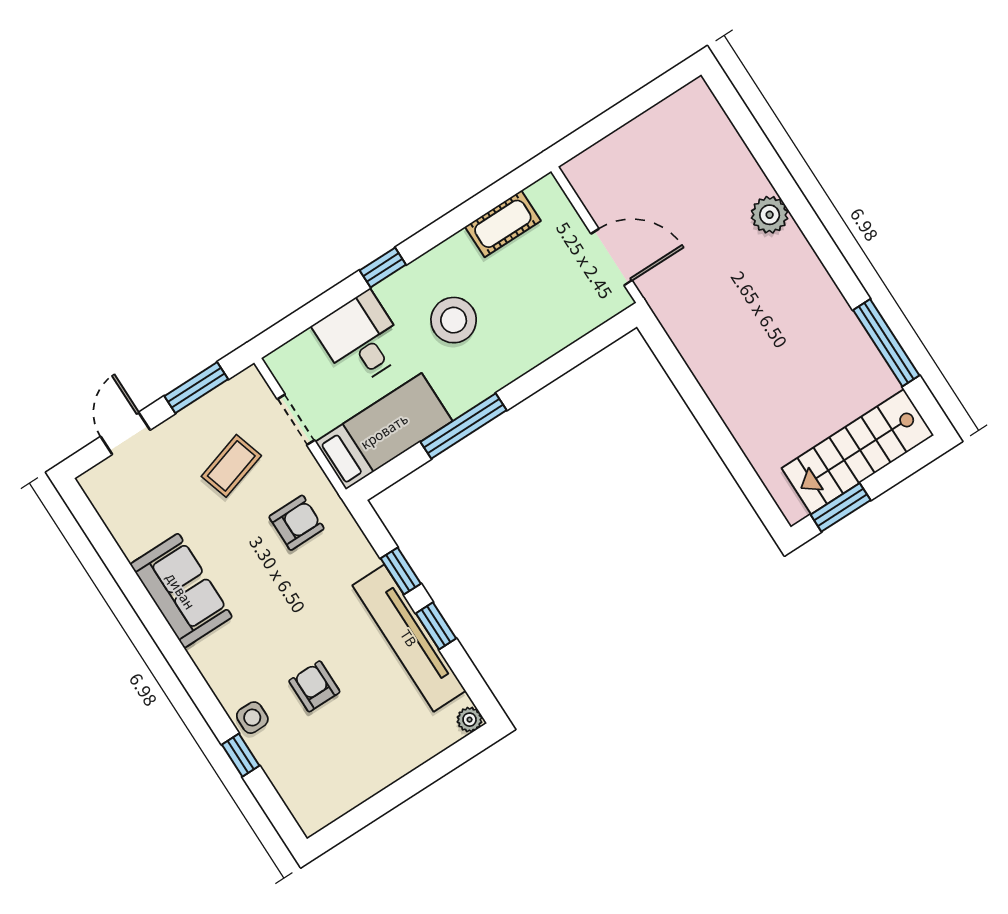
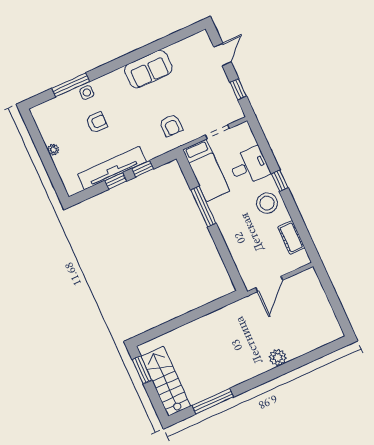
stool: (454, 320) -> (267, 203), moved
window: (196, 388) -> (238, 89), width x0.67
door: (125, 433) -> (222, 54), hinge flipped
coffee table: (231, 466) -> (201, 100), removed
plant: (470, 720) -> (53, 150), moved
window: (241, 755) -> (71, 85), width x2.17

